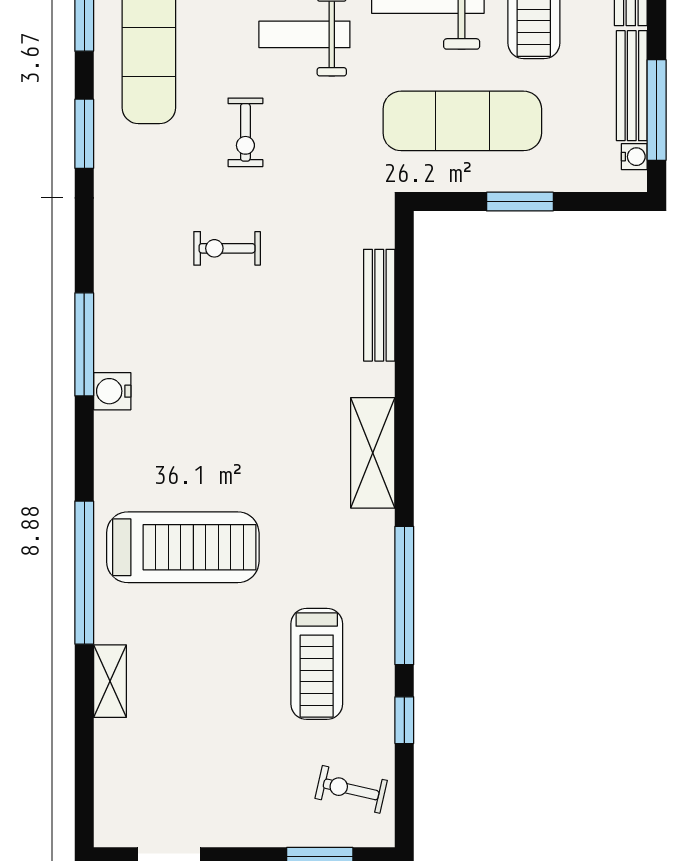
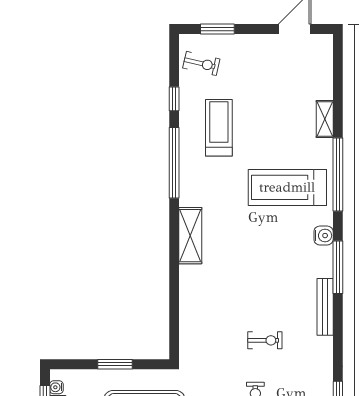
bench: (379, 305) -> (325, 307), moved
window: (84, 344) -> (338, 267), moved
water cooler: (112, 391) -> (324, 236), moved

